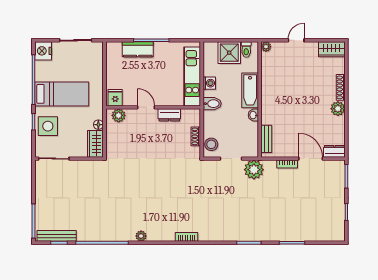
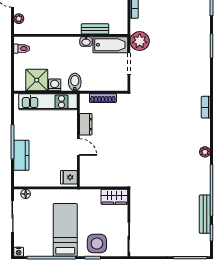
plant: (266, 47) -> (19, 19), moved
nightstand: (43, 51) -> (19, 252), width x0.53, depth x0.56
shower: (229, 53) -> (37, 80), moved
bathtub: (250, 90) -> (110, 45), moved
door: (146, 107) -> (78, 147), swing flipped
plant: (119, 115) -> (86, 174), removed
floor lamp: (98, 125) -> (26, 194), moved
shoe rack: (196, 136) -> (103, 98), width x1.43
bench: (266, 139) -> (95, 29), moved
stool: (211, 144) -> (115, 83), removed
bench: (57, 236) -> (205, 214), moved

